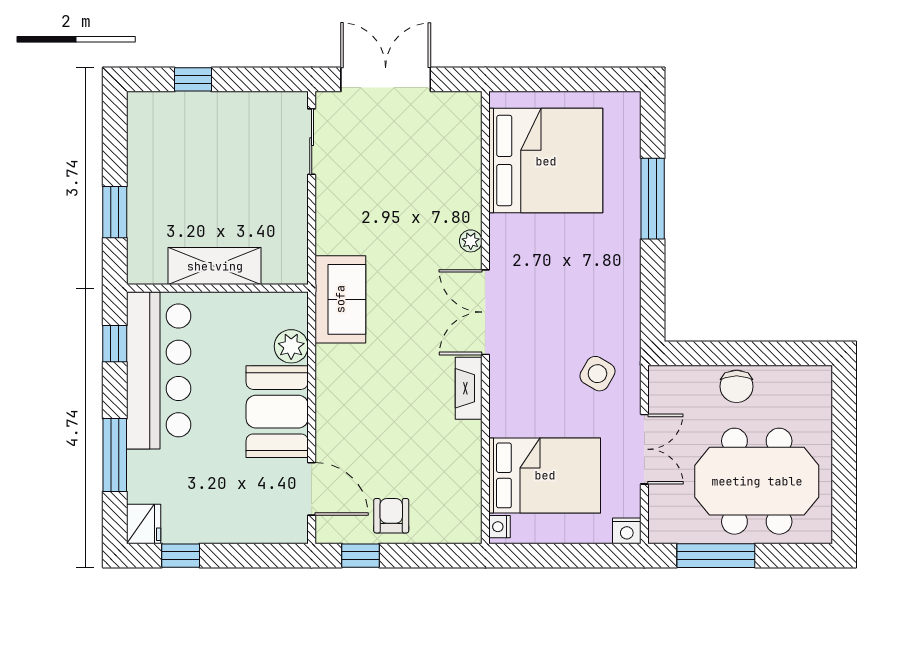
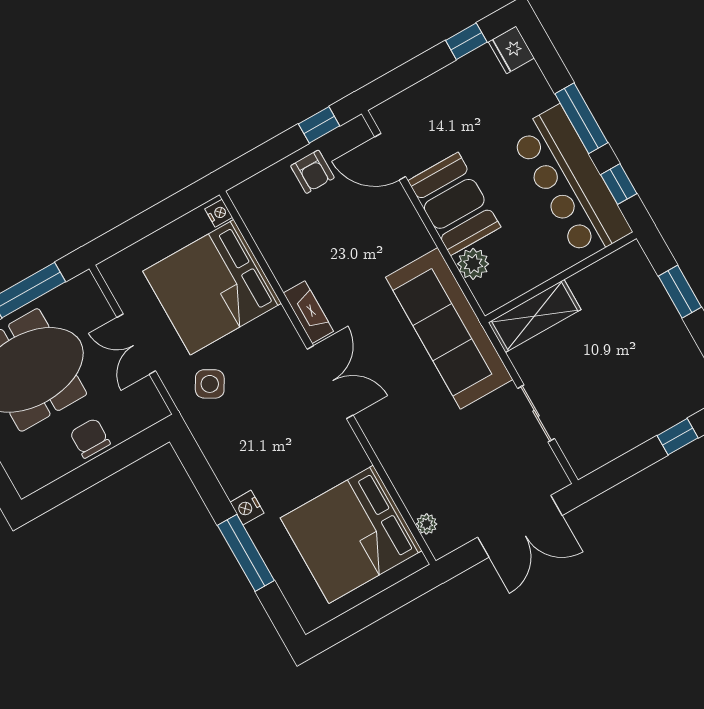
sliding door: (312, 142) -> (536, 413), moved
plant: (471, 241) -> (427, 524), moved
shelving: (215, 266) -> (535, 316), moved
sofa: (340, 299) -> (449, 328), width x1.85, depth x1.27
window: (115, 455) -> (581, 118), moved
bed: (545, 475) -> (212, 287), width x1.36
nightstand: (627, 531) -> (247, 508), moved, turned -90

